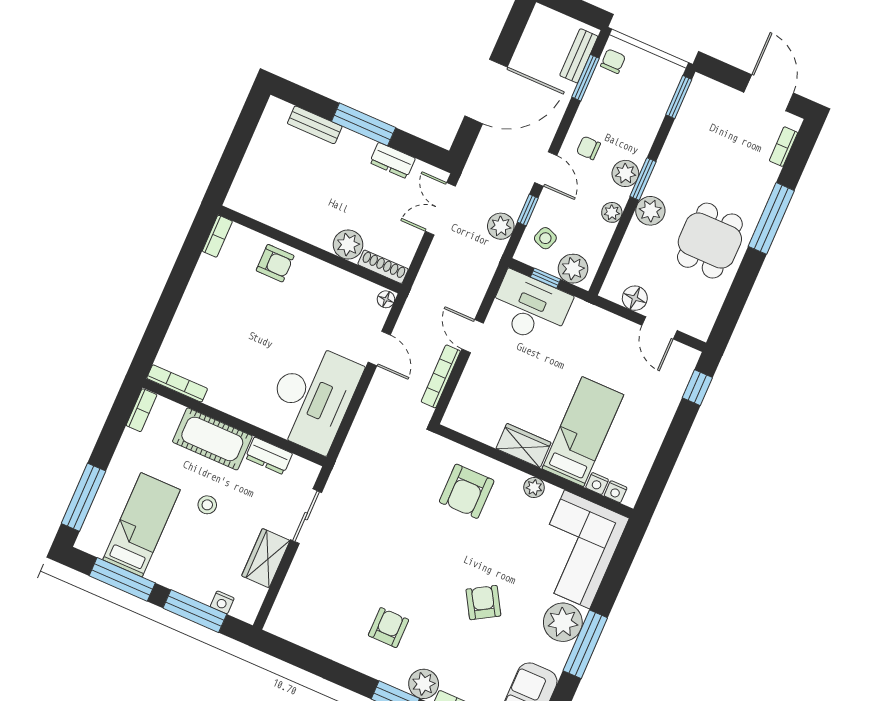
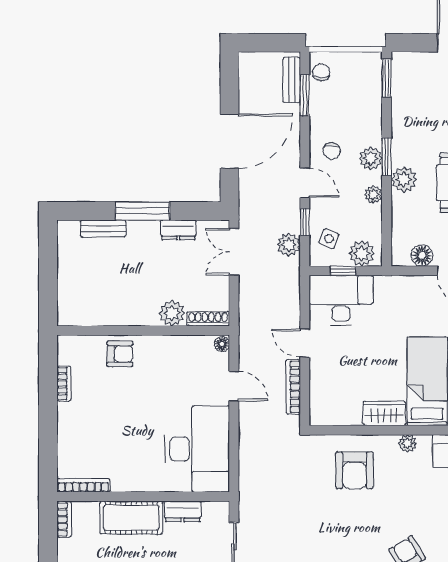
chair: (588, 148) -> (332, 151), turned -90
bookcase: (217, 236) -> (64, 384), moved

